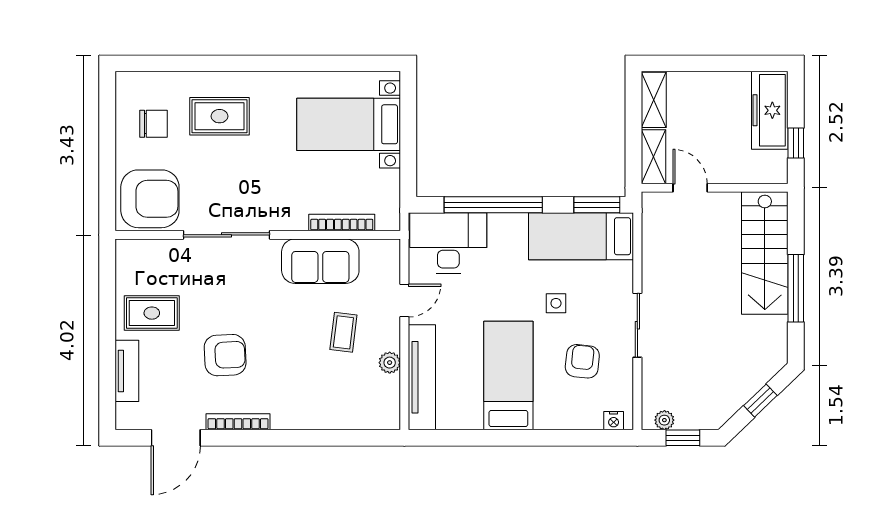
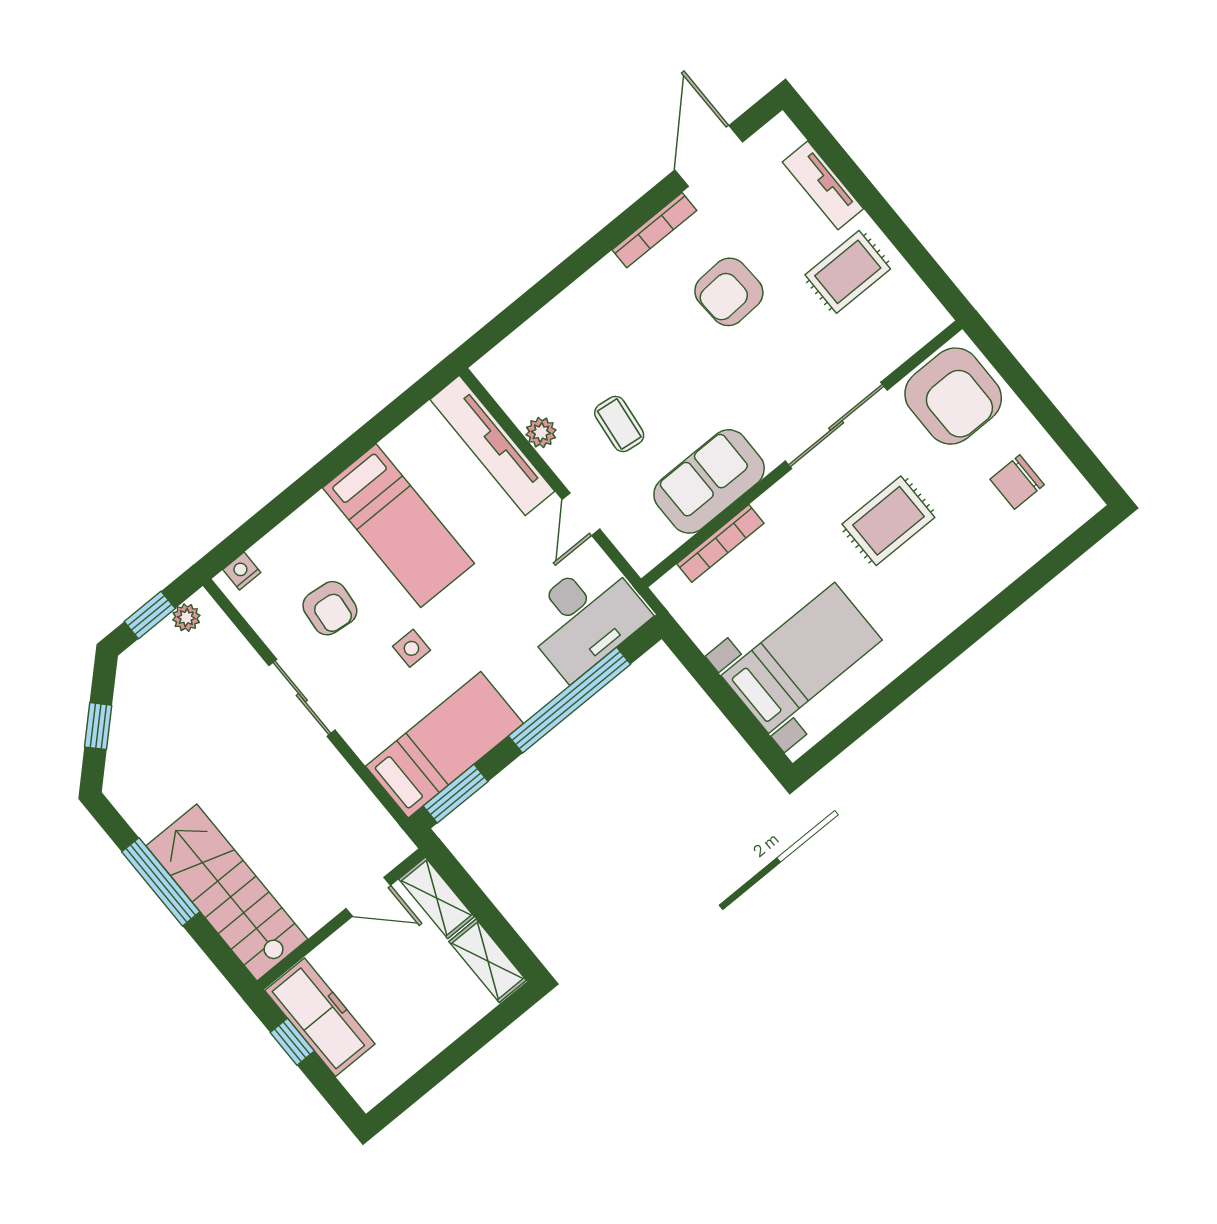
freezer: (770, 110) -> (320, 1017), moved
rug: (219, 116) -> (888, 521), moved
armchair: (150, 199) -> (953, 396), turned -90

